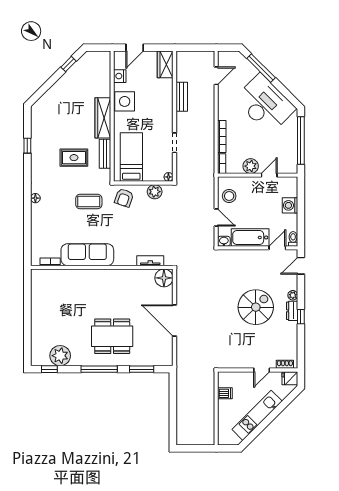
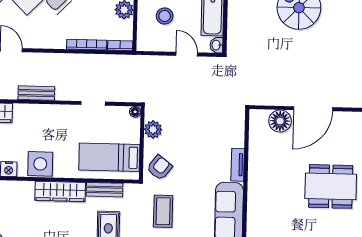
stool: (229, 196) -> (165, 16), moved
armchair: (124, 198) -> (160, 168), turned -71
door: (216, 217) -> (187, 54), hinge flipped
tv unit: (150, 261) -> (238, 165), moved
floor lamp: (164, 278) -> (280, 121), moved
dining table: (112, 336) -> (331, 186), turned 90

